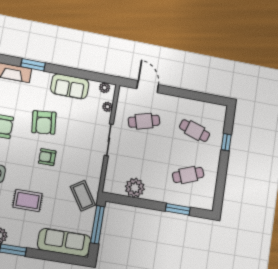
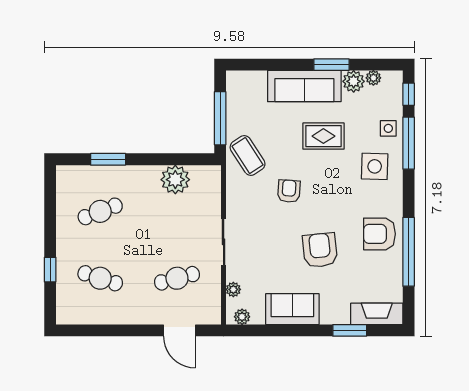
armchair: (47, 157) -> (289, 191), moved, turned -86
sofa: (64, 242) -> (304, 86), moved

